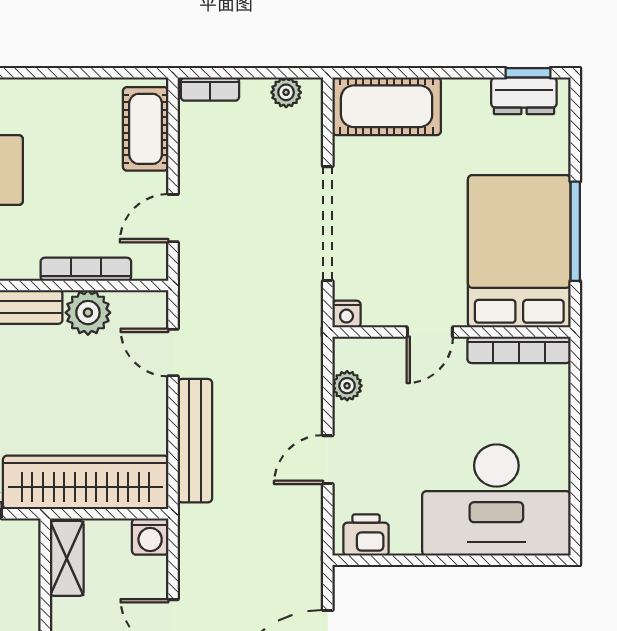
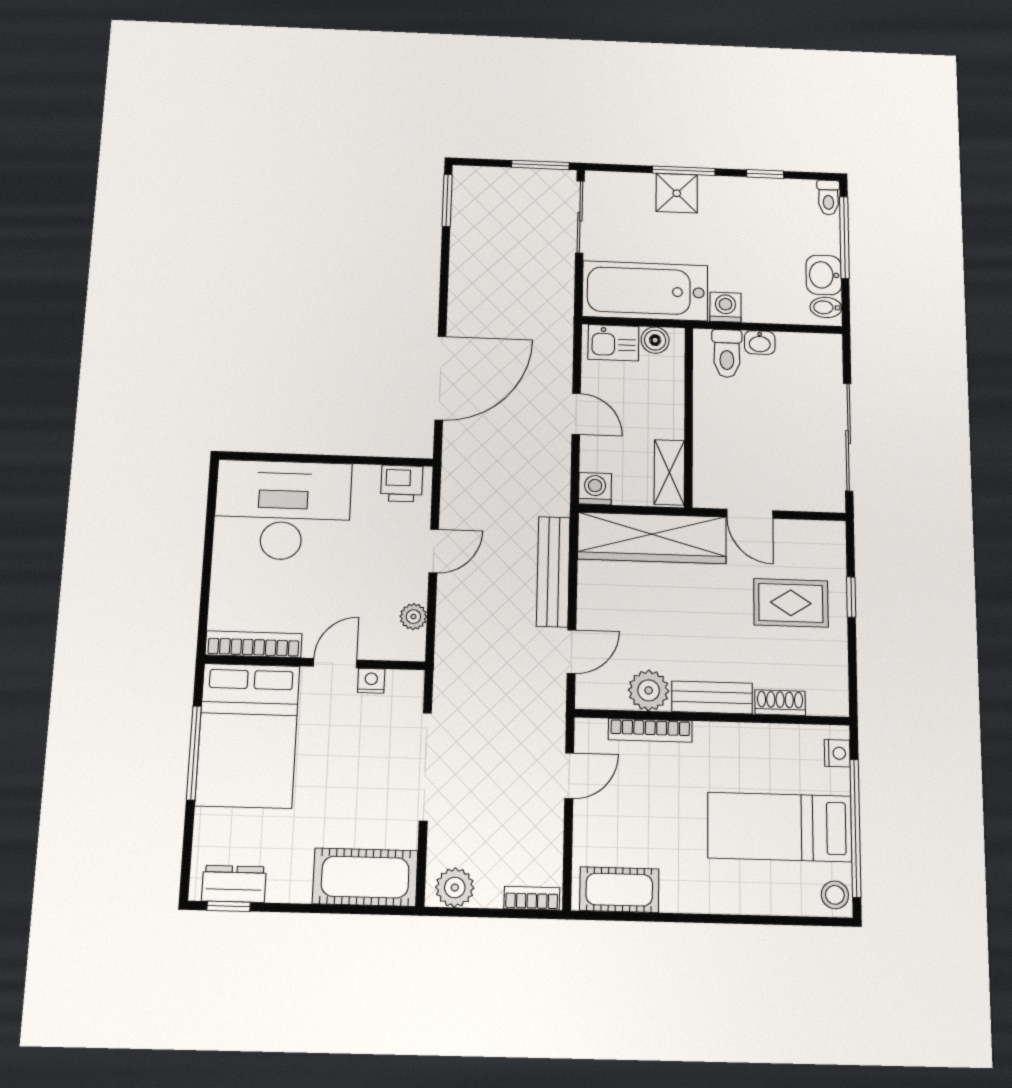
plant: (286, 92) -> (455, 888), width x1.38, depth x1.38
cot: (146, 129) -> (619, 890), moved, turned 90
nightstand: (346, 314) -> (371, 681), moved
door: (173, 352) -> (572, 652), hinge flipped

